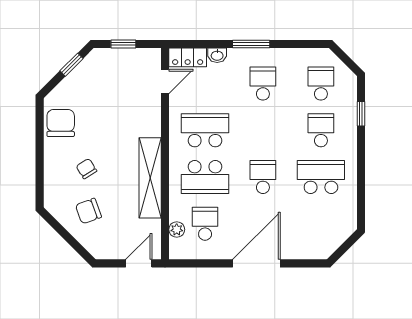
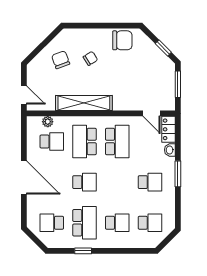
window: (123, 44) -> (178, 84), width x1.50
window: (361, 114) -> (83, 251), moved
school desk: (321, 224) -> (52, 223), added

